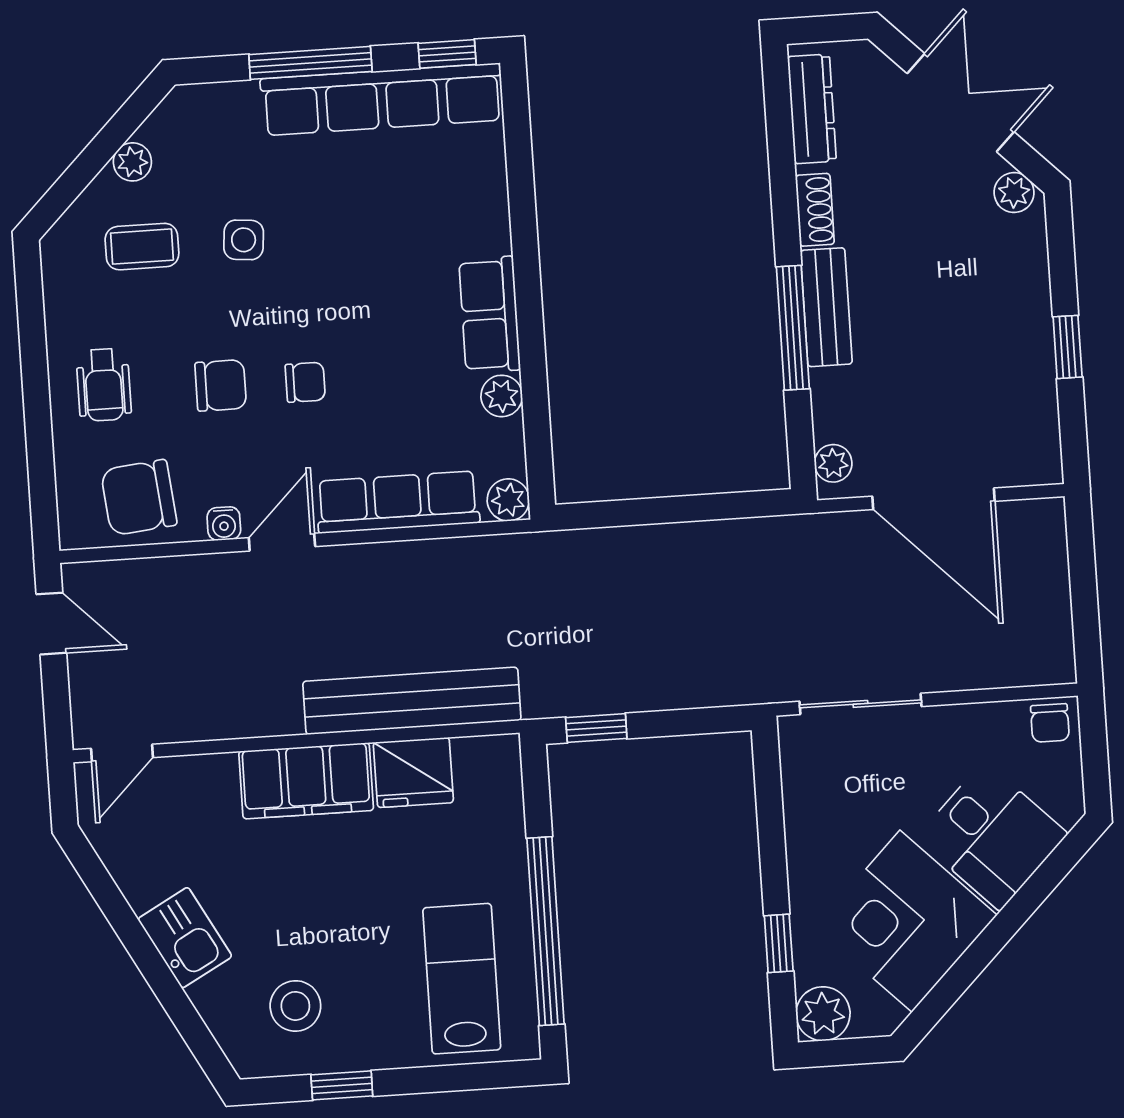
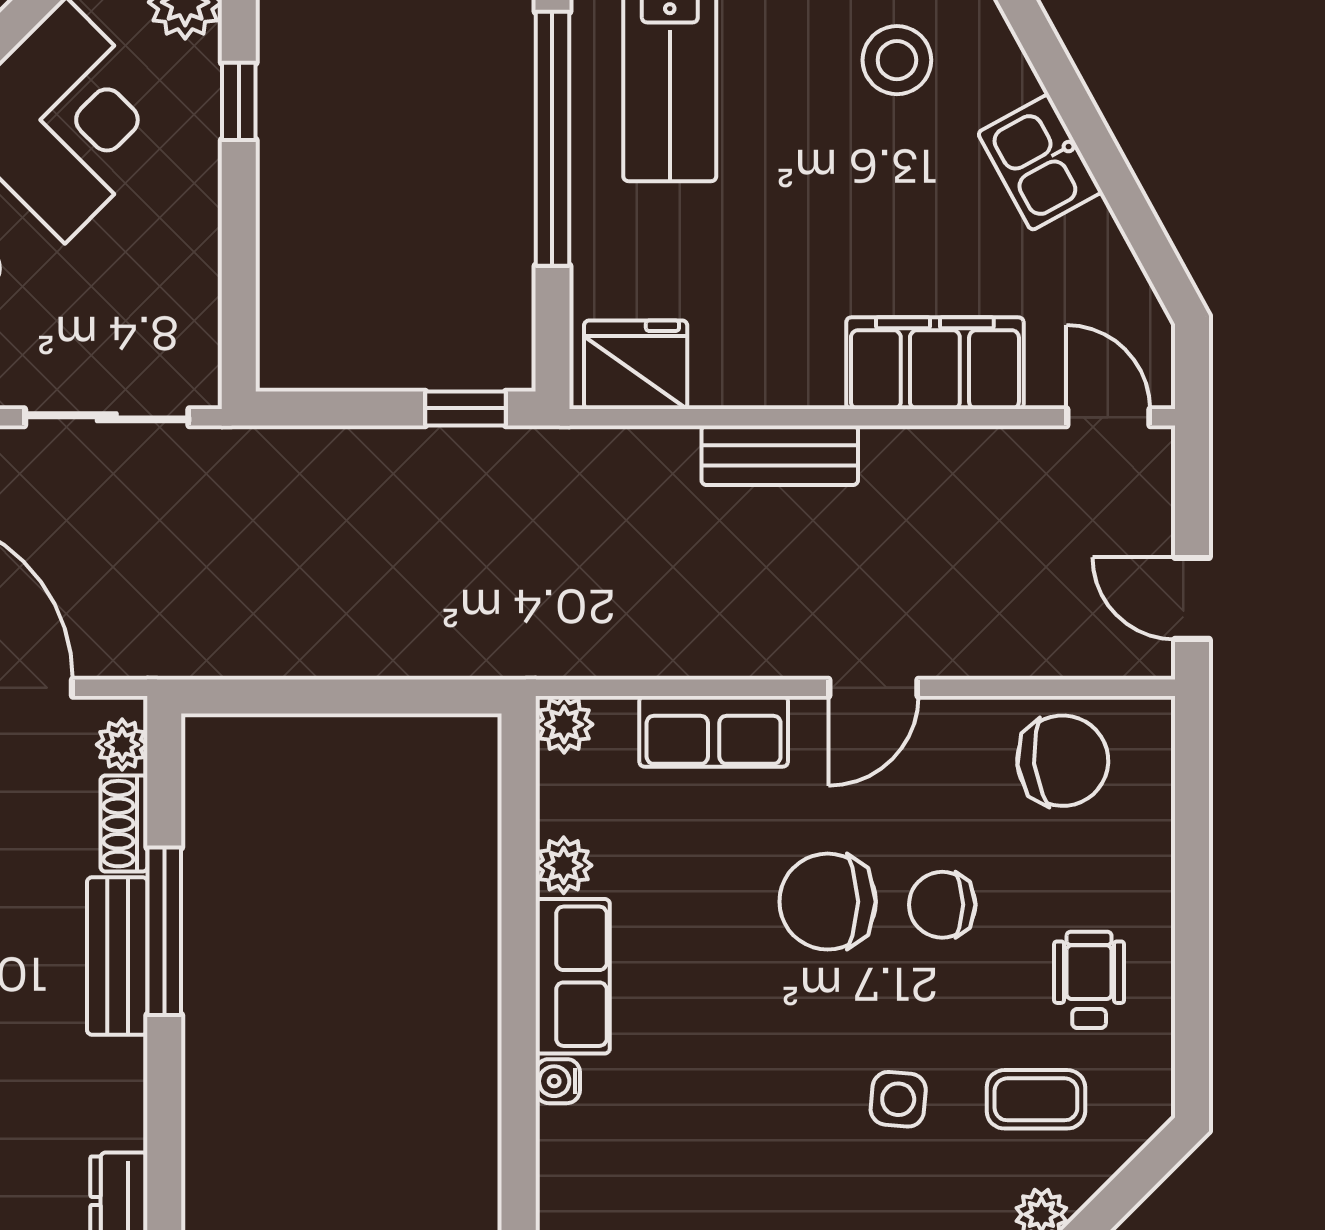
shoe rack: (815, 210) -> (124, 824), moved
chair: (305, 382) -> (828, 902), width x1.87, depth x1.87
wheelchair: (104, 385) -> (1089, 980), moved
row of seats: (398, 502) -> (714, 731), width x0.68
water cooler: (224, 524) -> (558, 1081), moved, turned -90
bench: (412, 701) -> (780, 455), width x0.54, depth x0.82
door: (122, 753) -> (1108, 417), hinge flipped
fridge: (413, 772) -> (636, 365), moved
filing cabinet: (306, 781) -> (935, 363), moved

